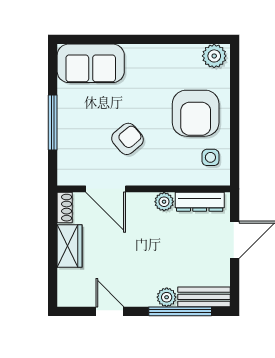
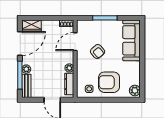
sofa: (91, 63) -> (132, 40), width x1.36
wardrobe: (70, 246) -> (32, 25), moved
door: (110, 311) -> (20, 44), width x1.87

